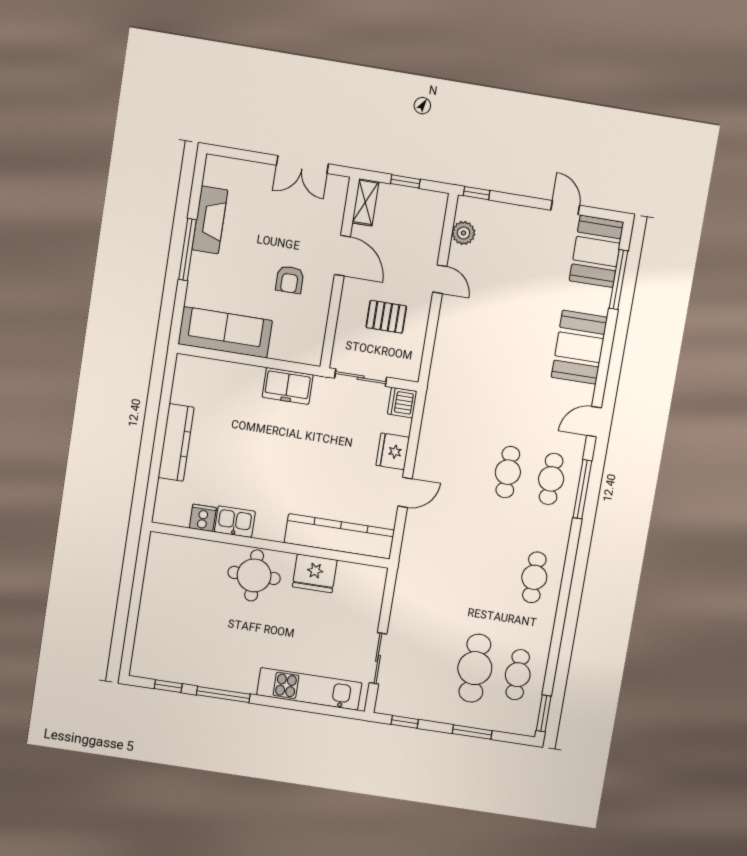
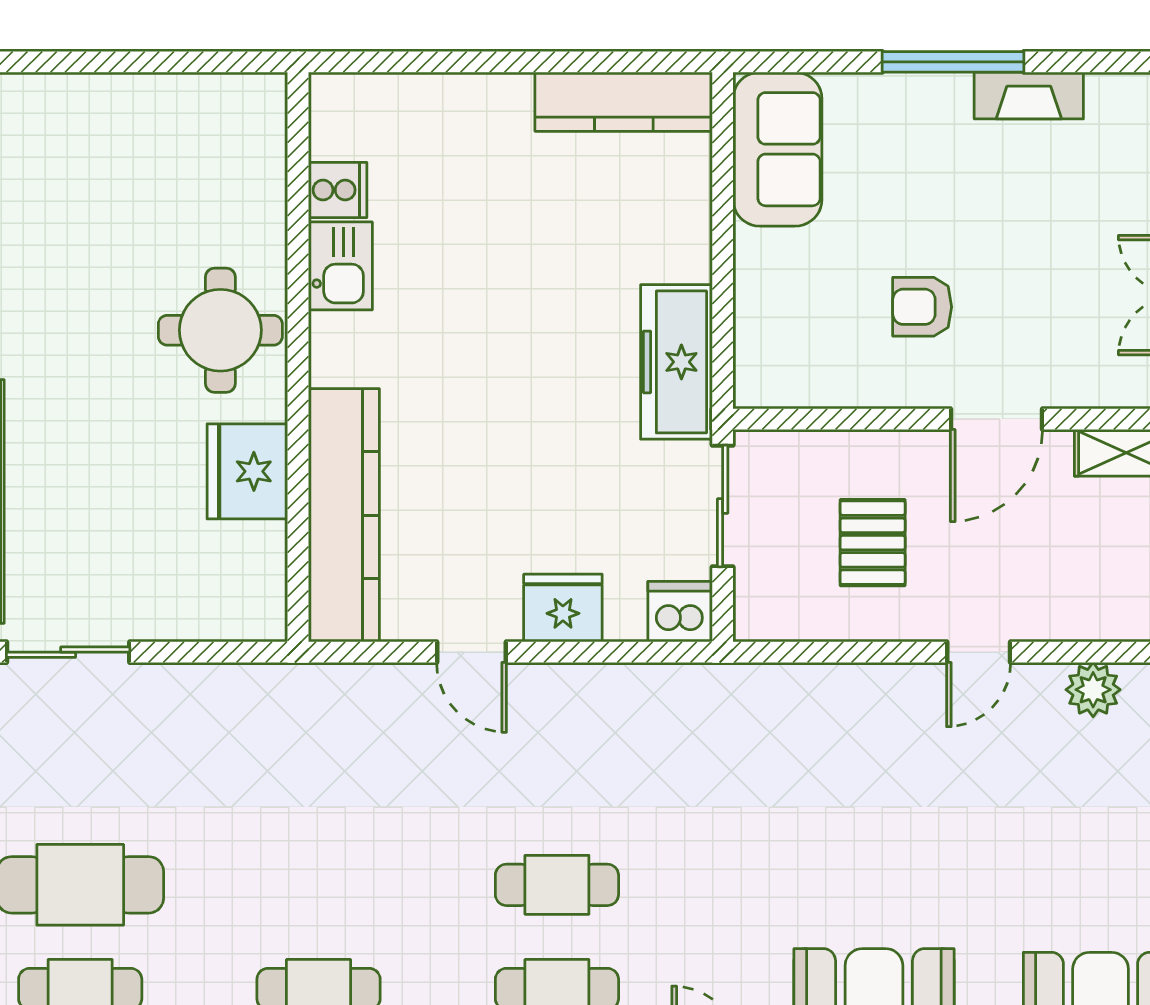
fireplace: (210, 220) -> (1029, 96), width x0.73, depth x0.76
sofa: (225, 332) -> (777, 149), width x0.73
freezer: (288, 386) -> (676, 362), width x1.40
kitchen counter: (176, 442) -> (624, 102), moved

